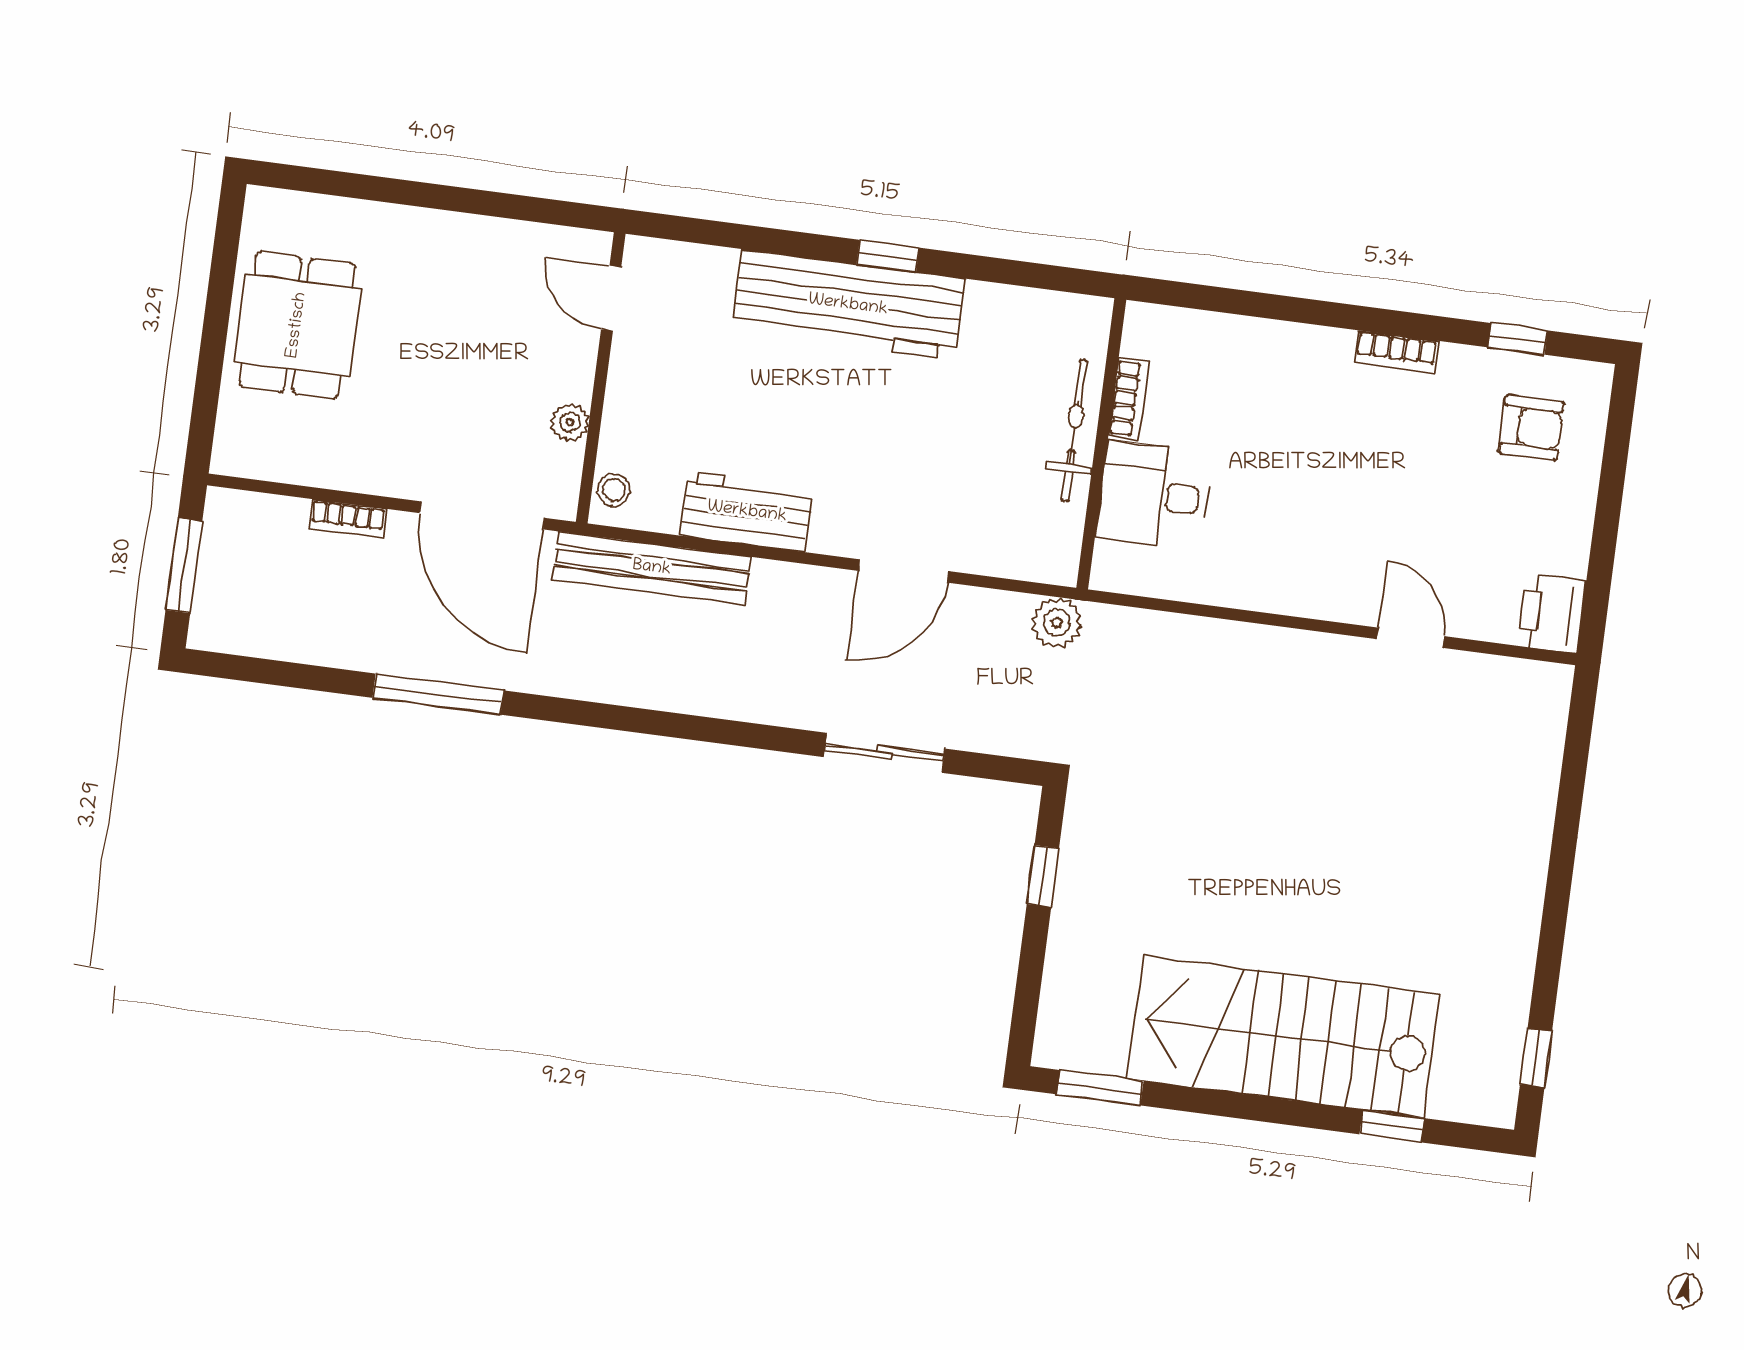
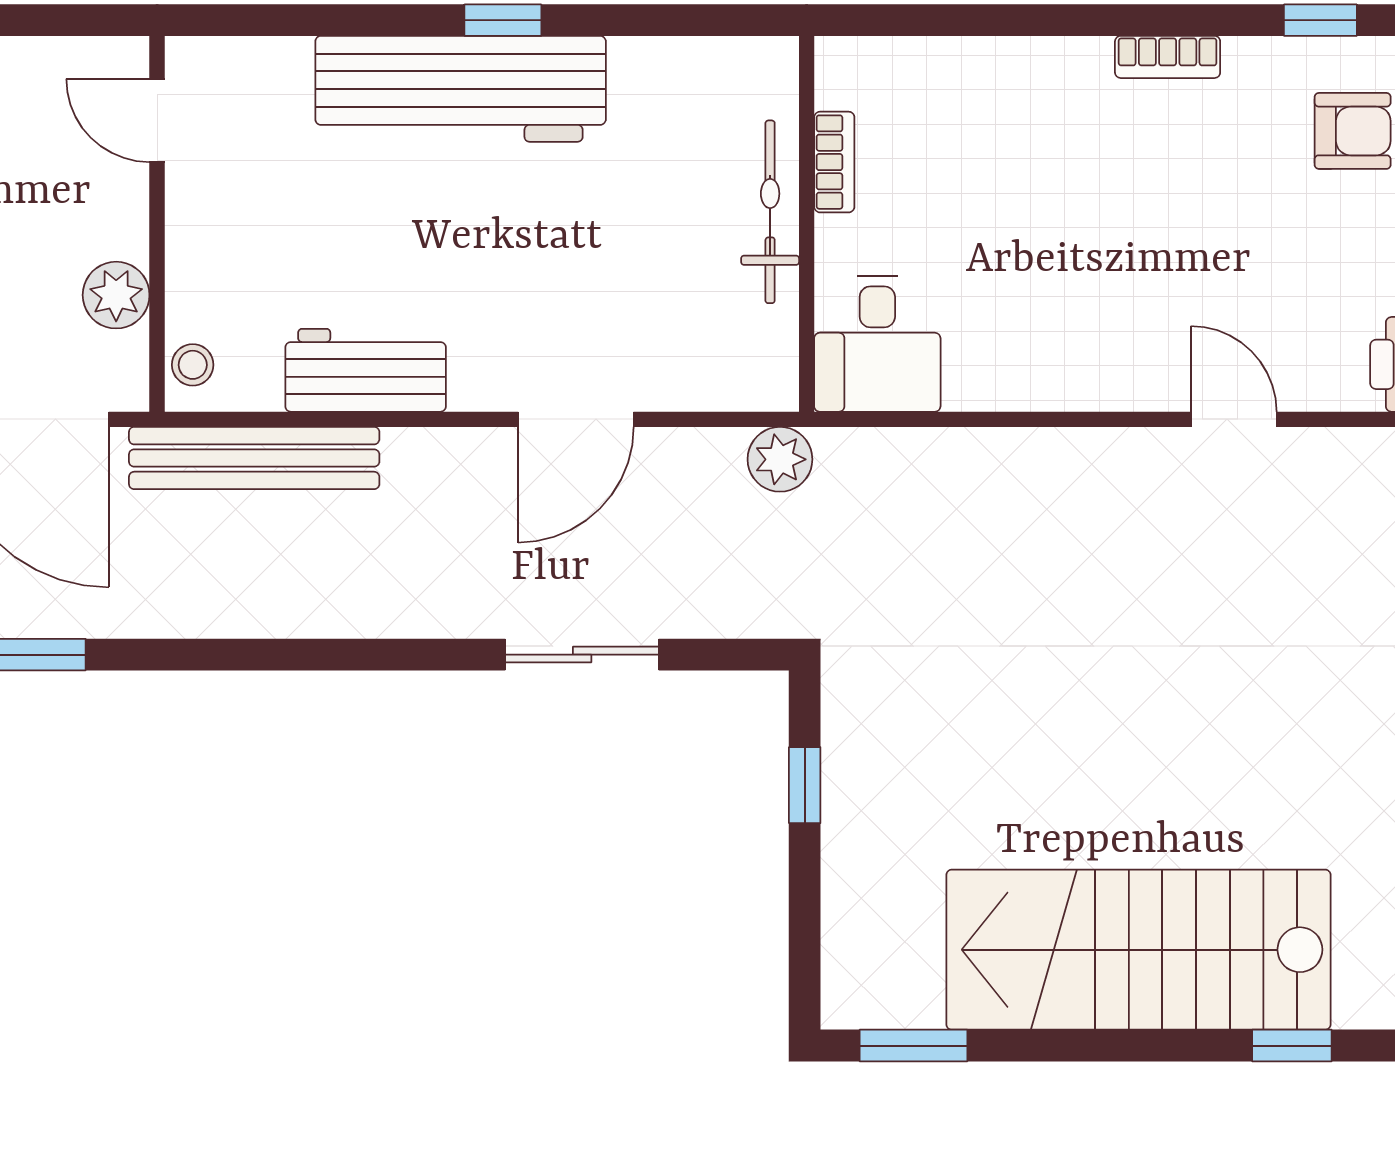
plant: (570, 422) -> (116, 295), width x1.38, depth x1.38
desk: (1154, 495) -> (877, 344), moved, turned -90

